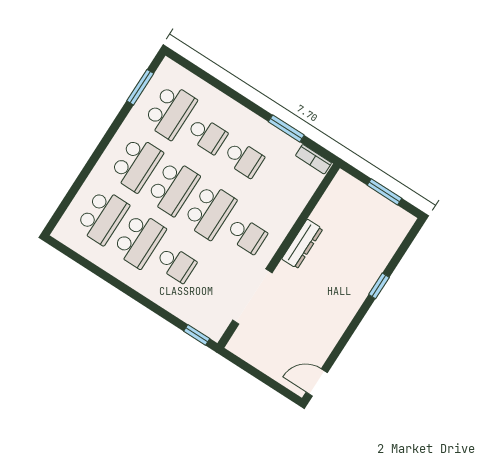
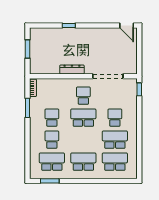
school desk: (173, 188) -> (83, 140), removed

